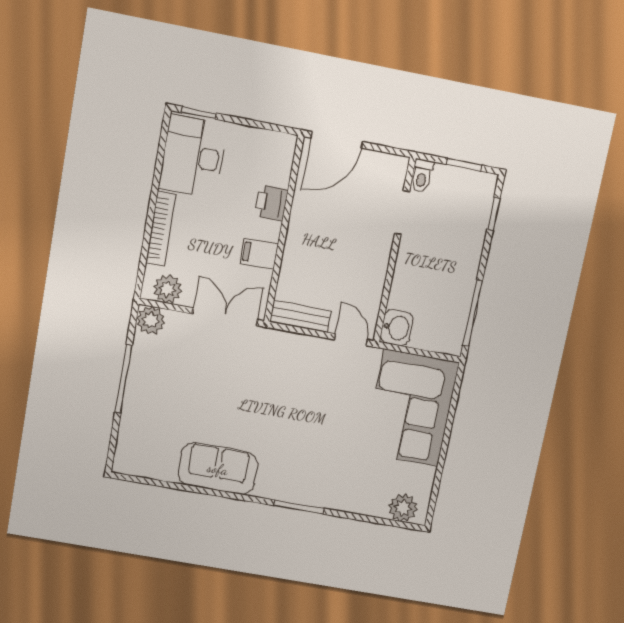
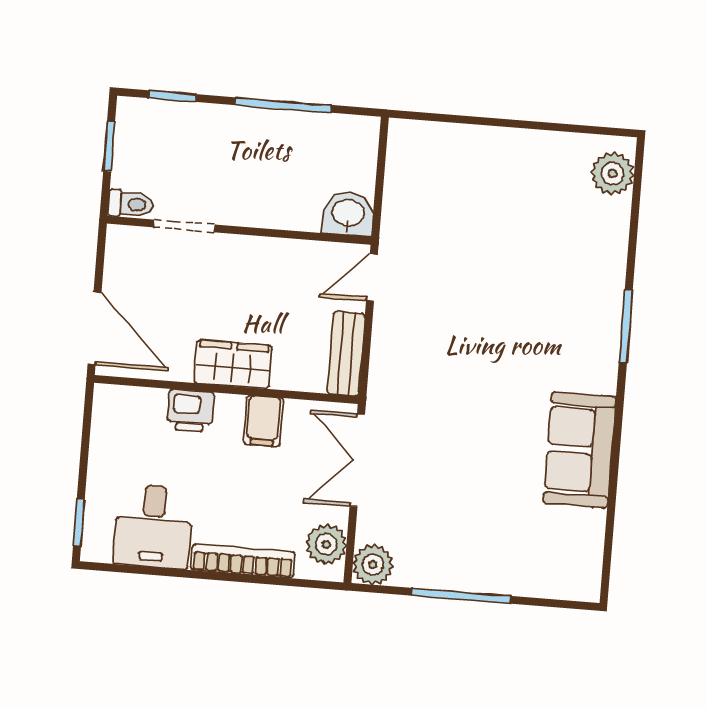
desk: (193, 157) -> (153, 526), width x0.73
wardrobe: (301, 236) -> (233, 364), added
window: (473, 313) -> (283, 105), moved
corner sofa: (411, 408) -> (462, 179), removed

